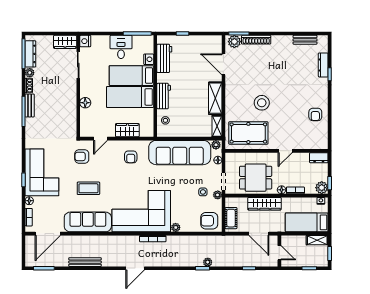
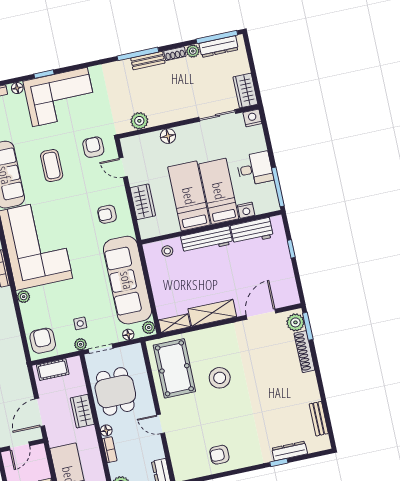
workbench: (164, 96) -> (207, 240), width x1.38
plant: (70, 120) -> (139, 121), added
wardrobe: (264, 204) -> (82, 411), width x0.67

